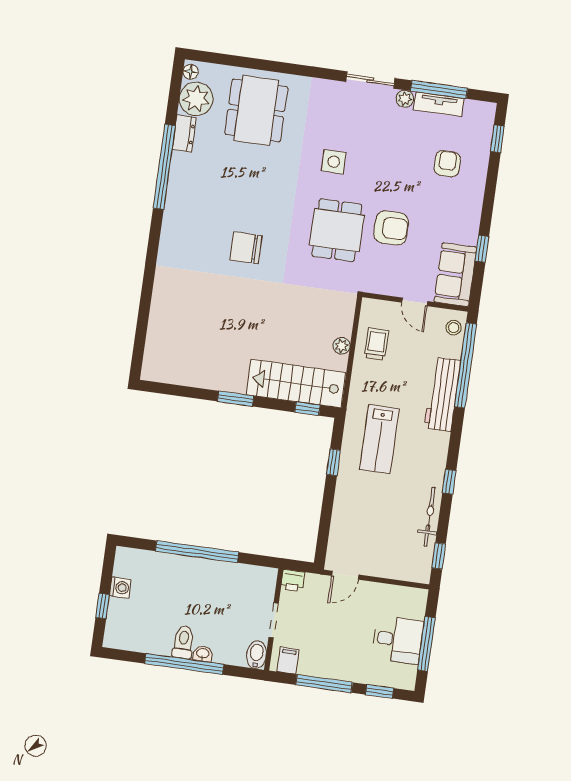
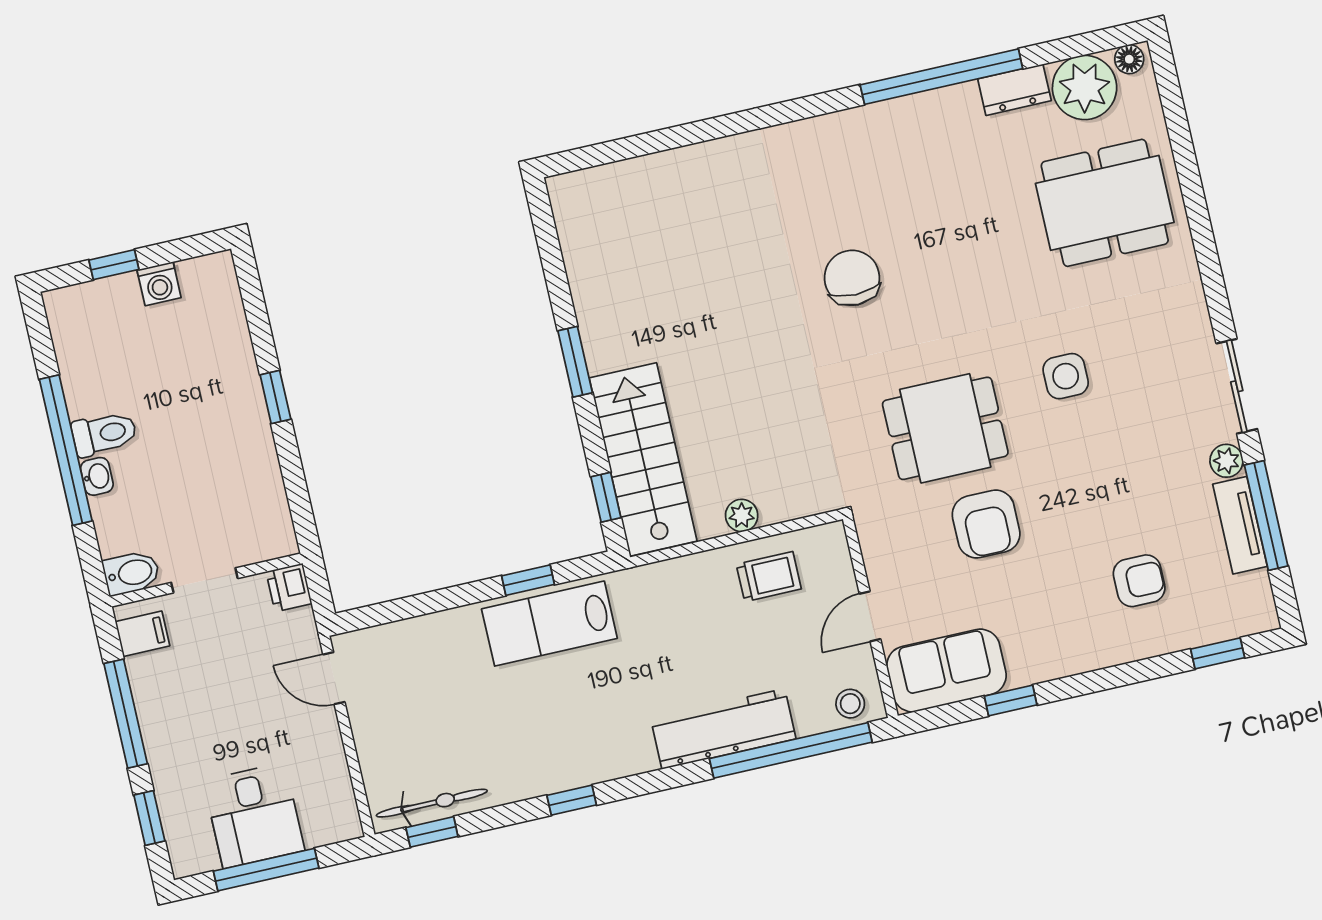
lab bench: (379, 439) -> (549, 624), moved
bicycle: (429, 517) -> (432, 803), moved
window: (197, 552) -> (275, 397), width x0.32

